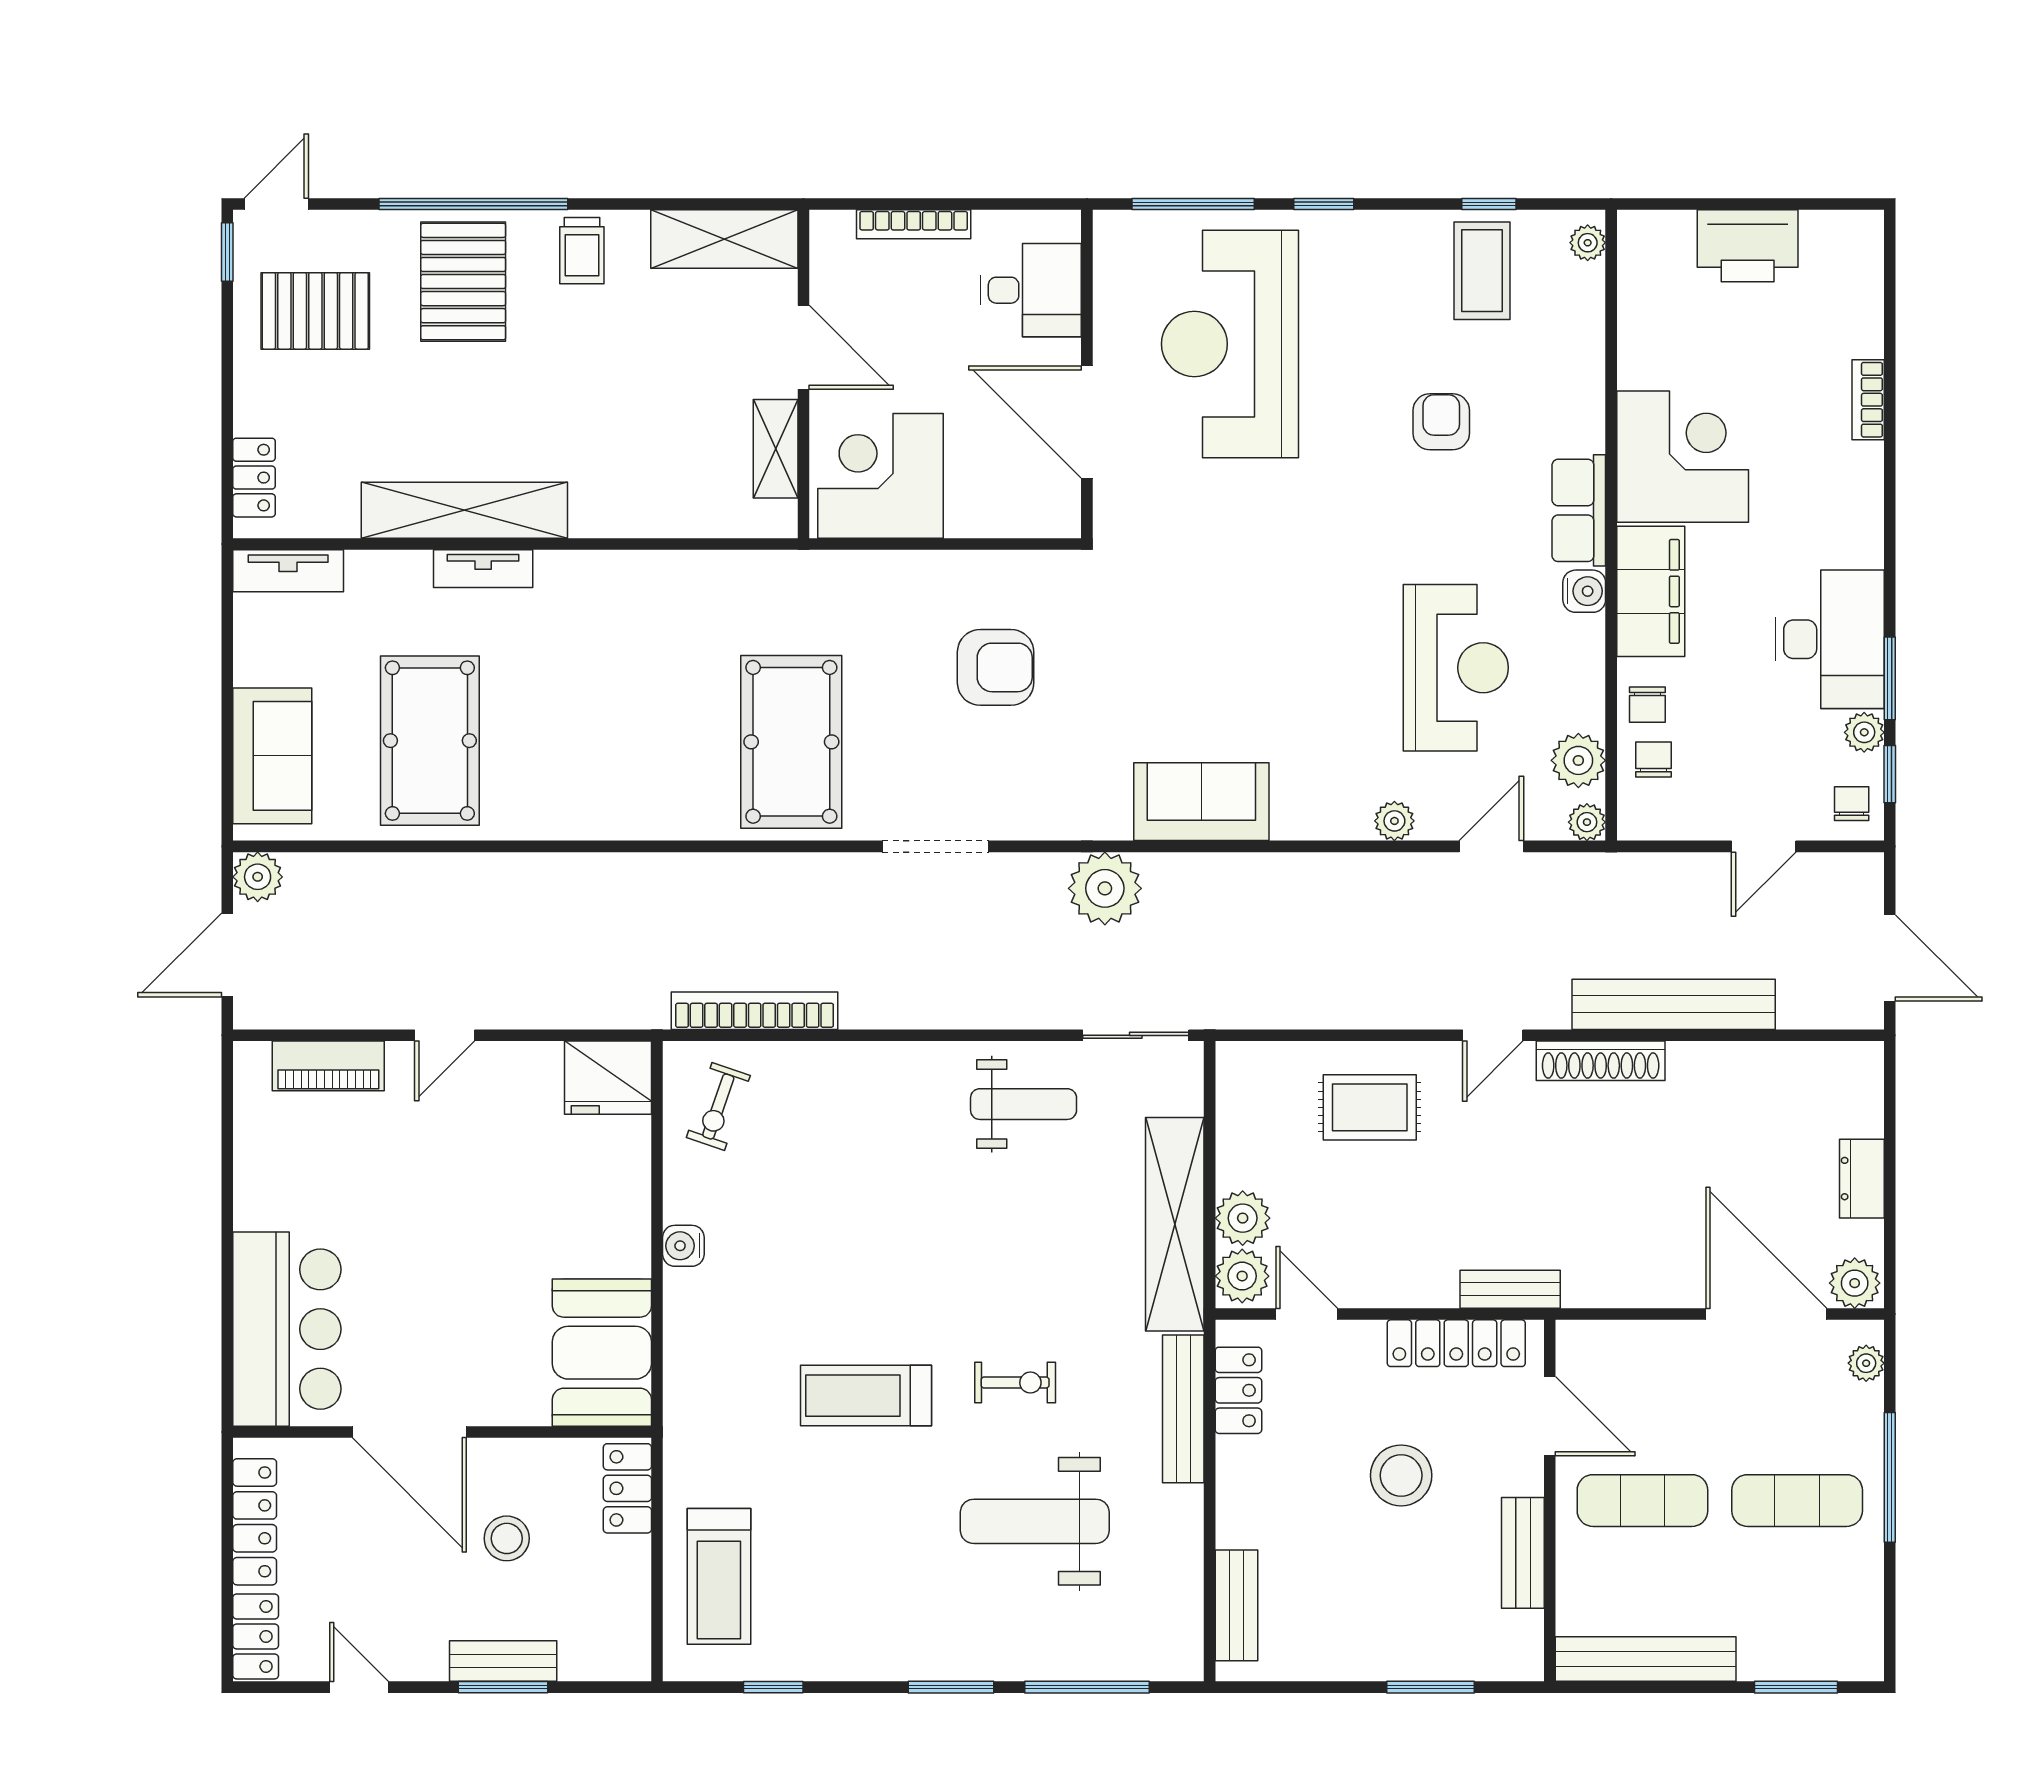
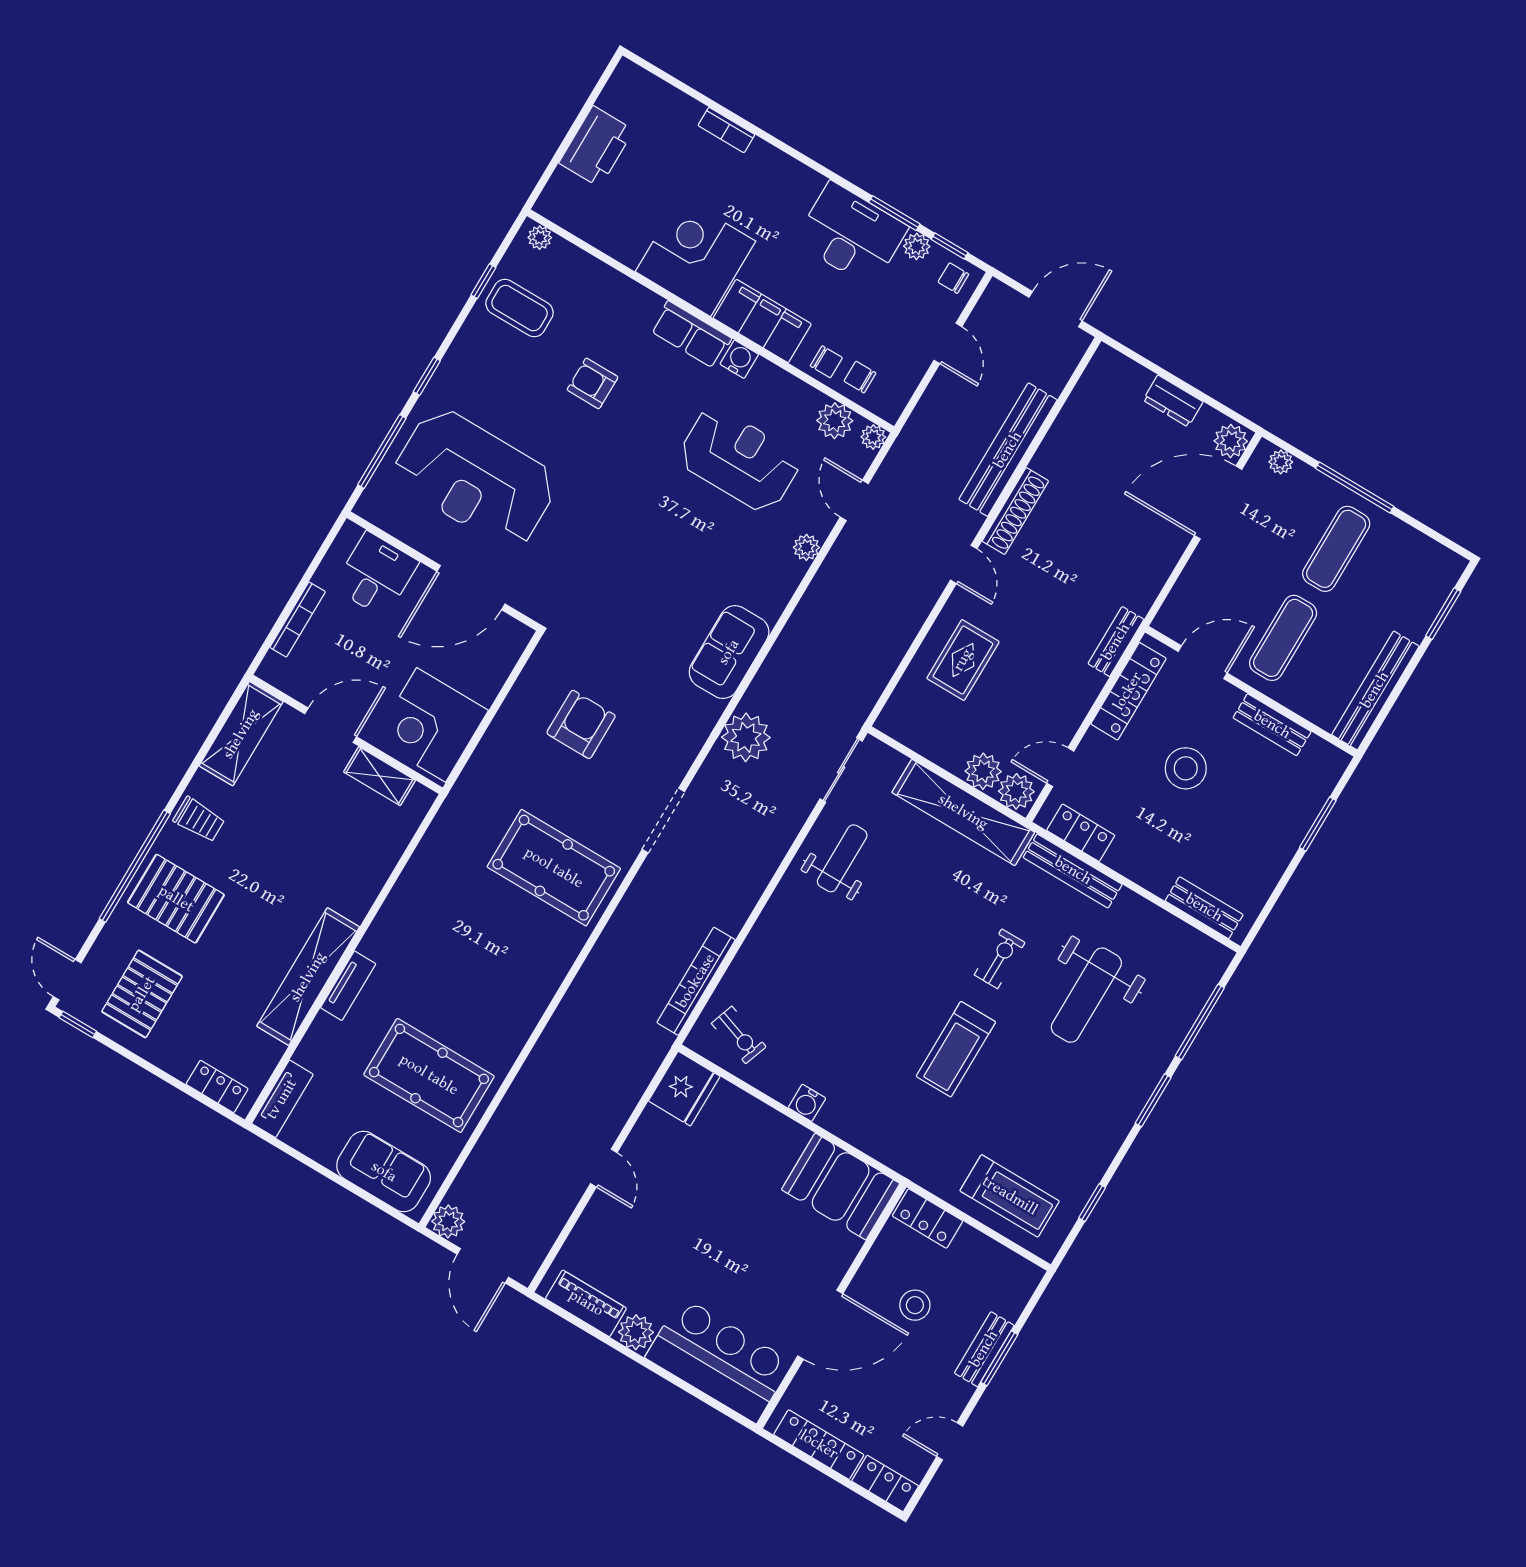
piano: (328, 1066) -> (586, 1303), moved, turned -90
plant: (259, 1202) -> (636, 1332), added

